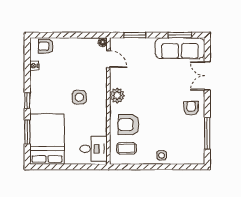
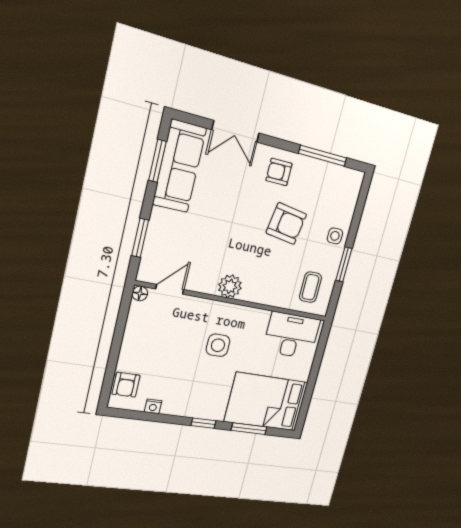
armchair: (128, 125) -> (286, 224), moved, turned -81
desk: (94, 149) -> (291, 335), width x1.37
window: (145, 167) -> (344, 264), added

